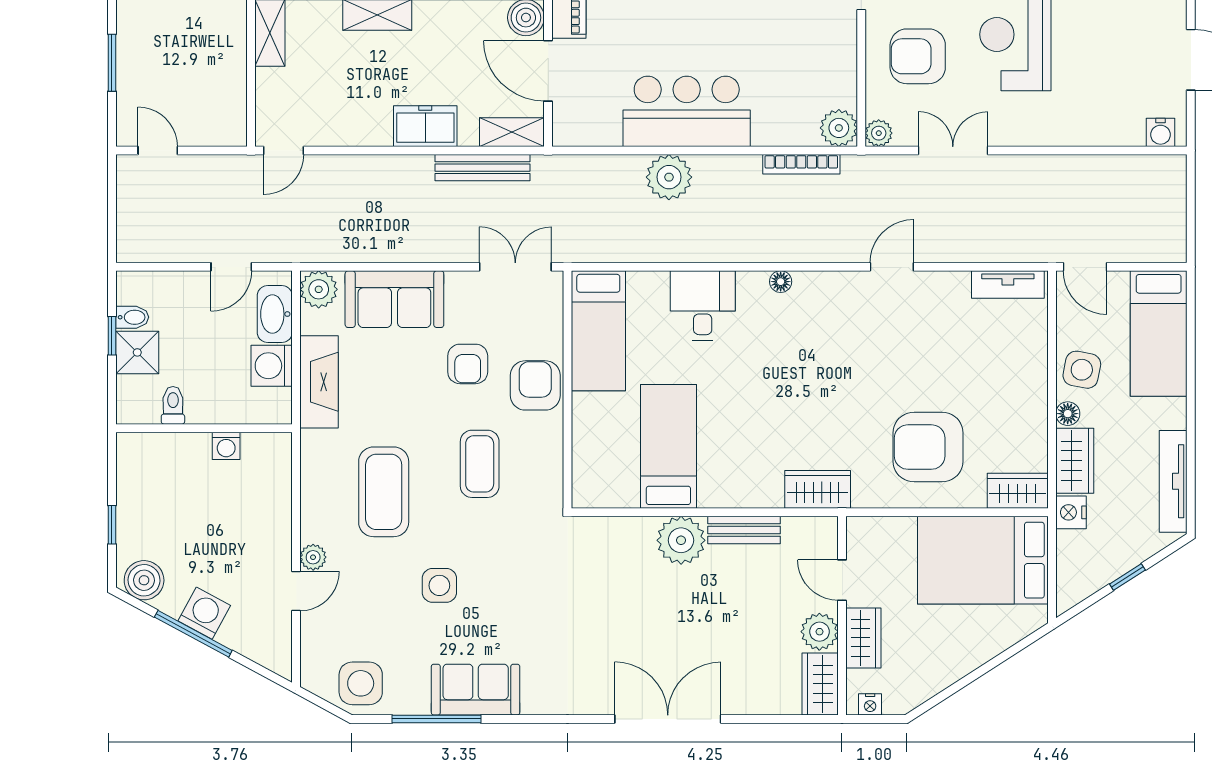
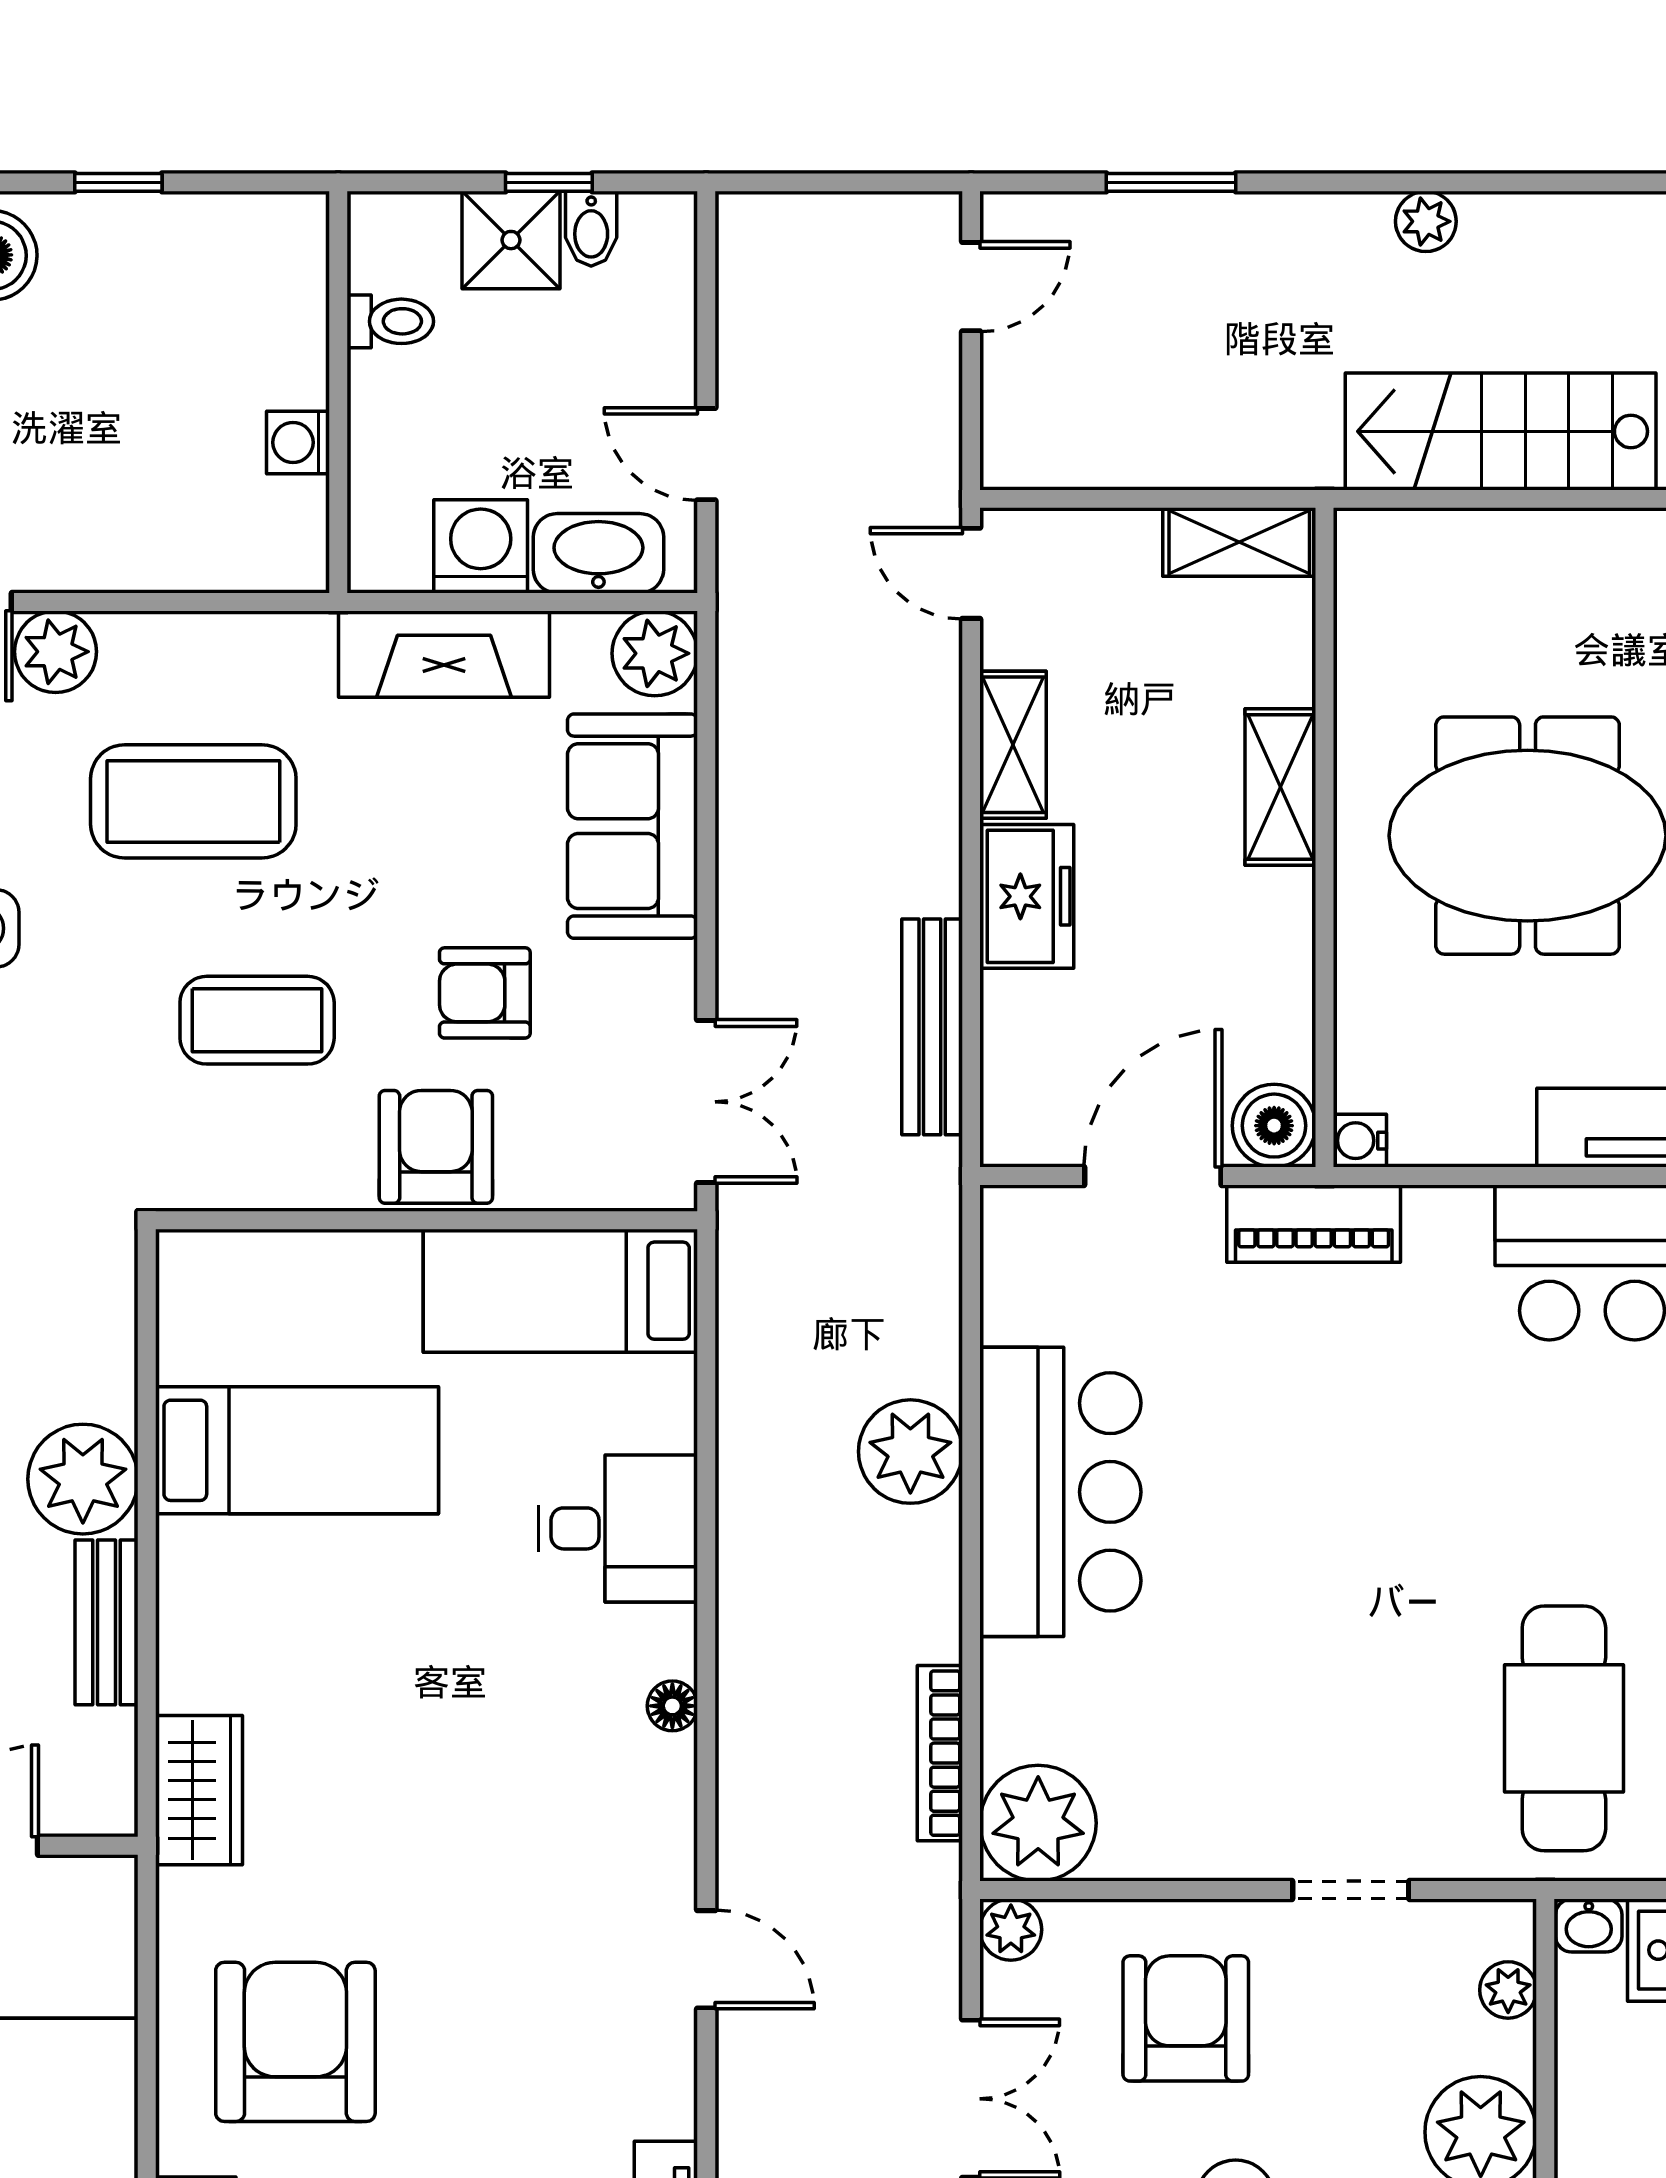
plant: (839, 128) -> (1038, 1823), width x1.36, depth x1.36
shelving: (512, 132) -> (1013, 745), moved
armchair: (535, 385) -> (436, 1147), turned -90
plant: (313, 557) -> (56, 652), width x1.38, depth x1.38

